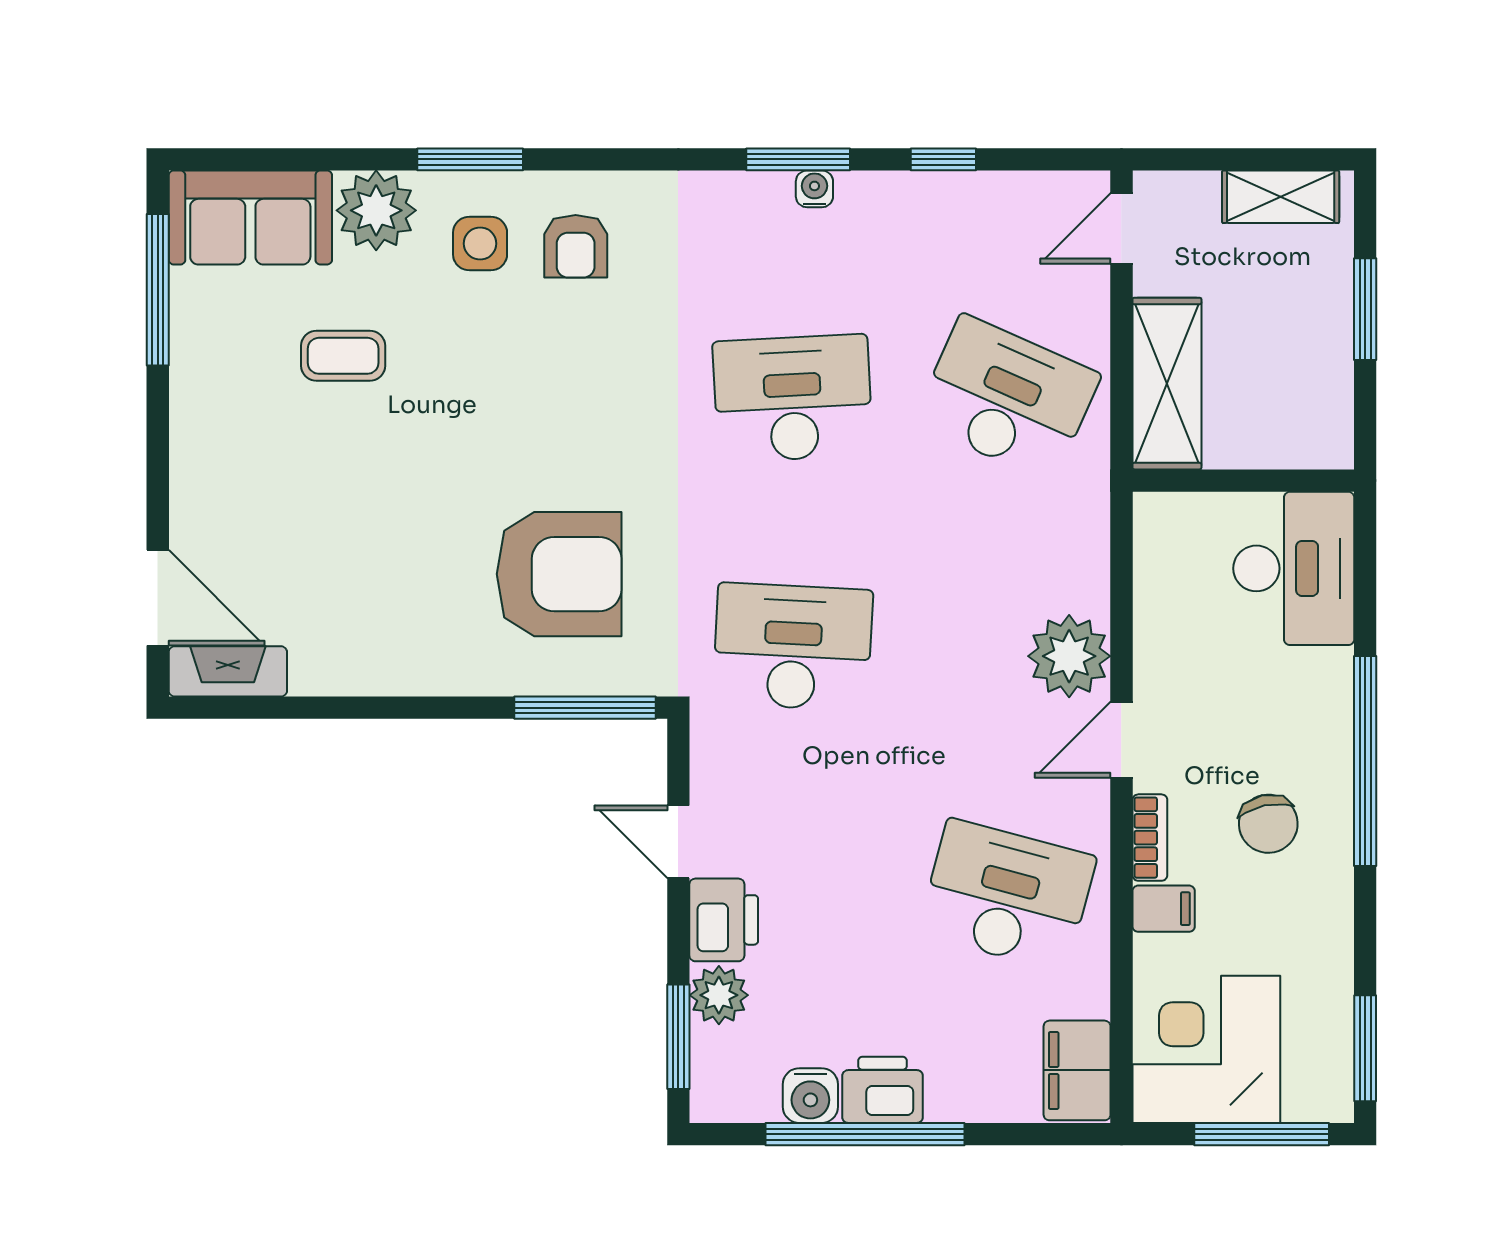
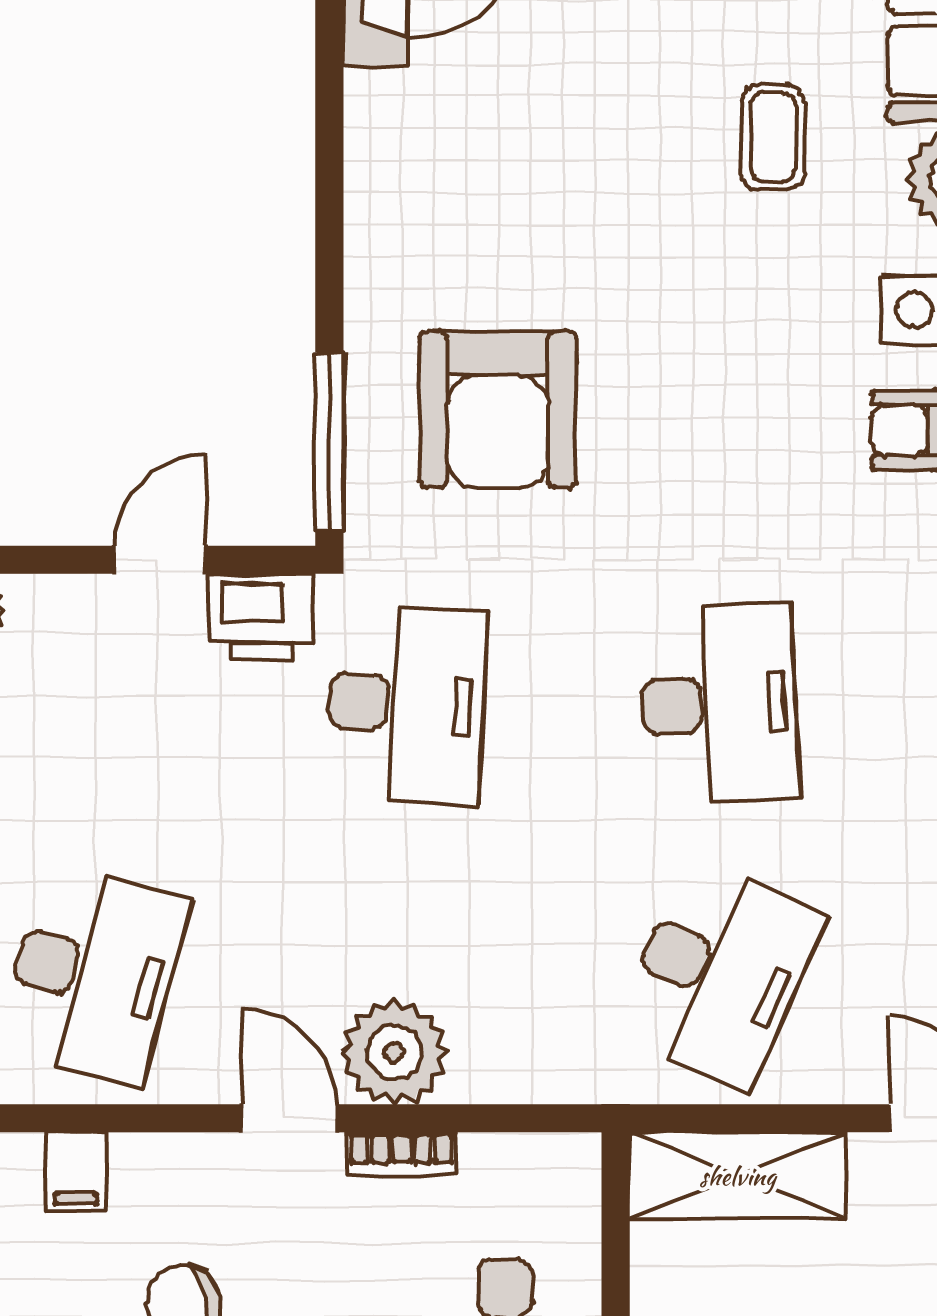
bookcase: (1150, 838) -> (402, 1154), moved
printer: (724, 920) -> (261, 617), moved

